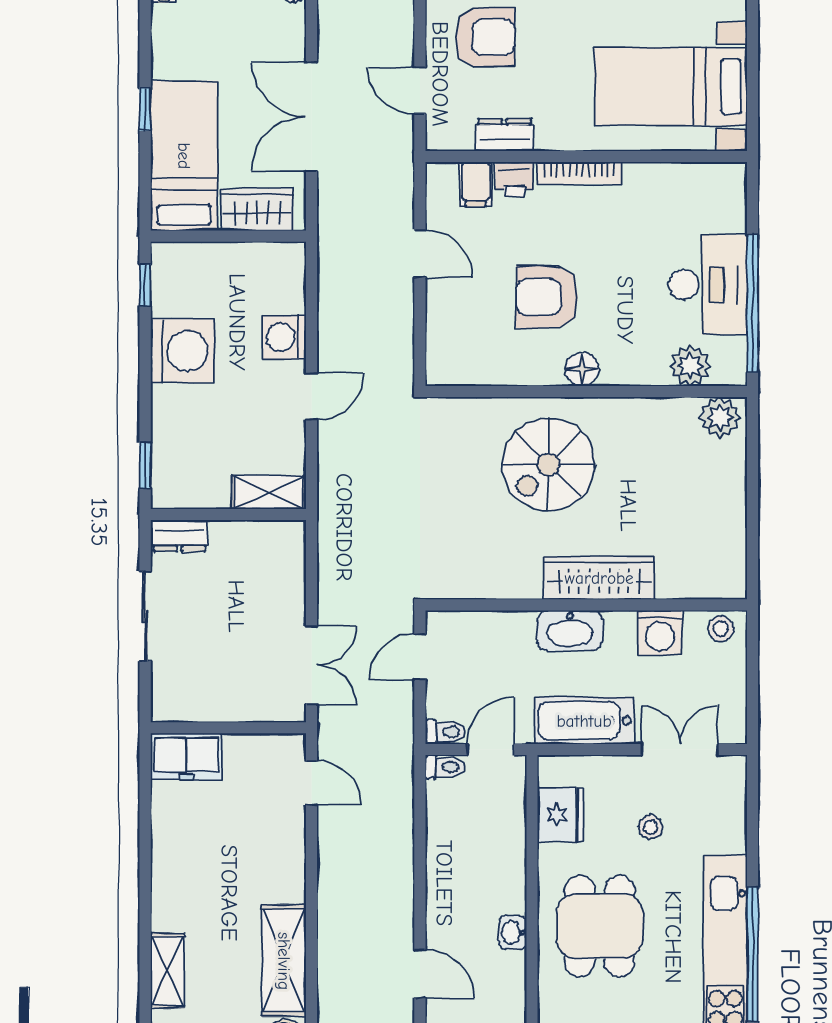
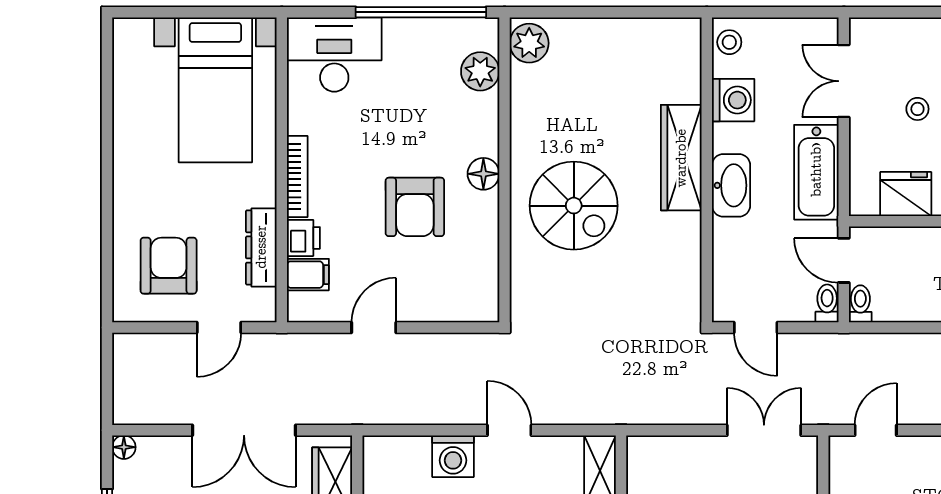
dresser: (504, 135) -> (261, 247), width x1.44
desk: (708, 285) -> (334, 54), moved

